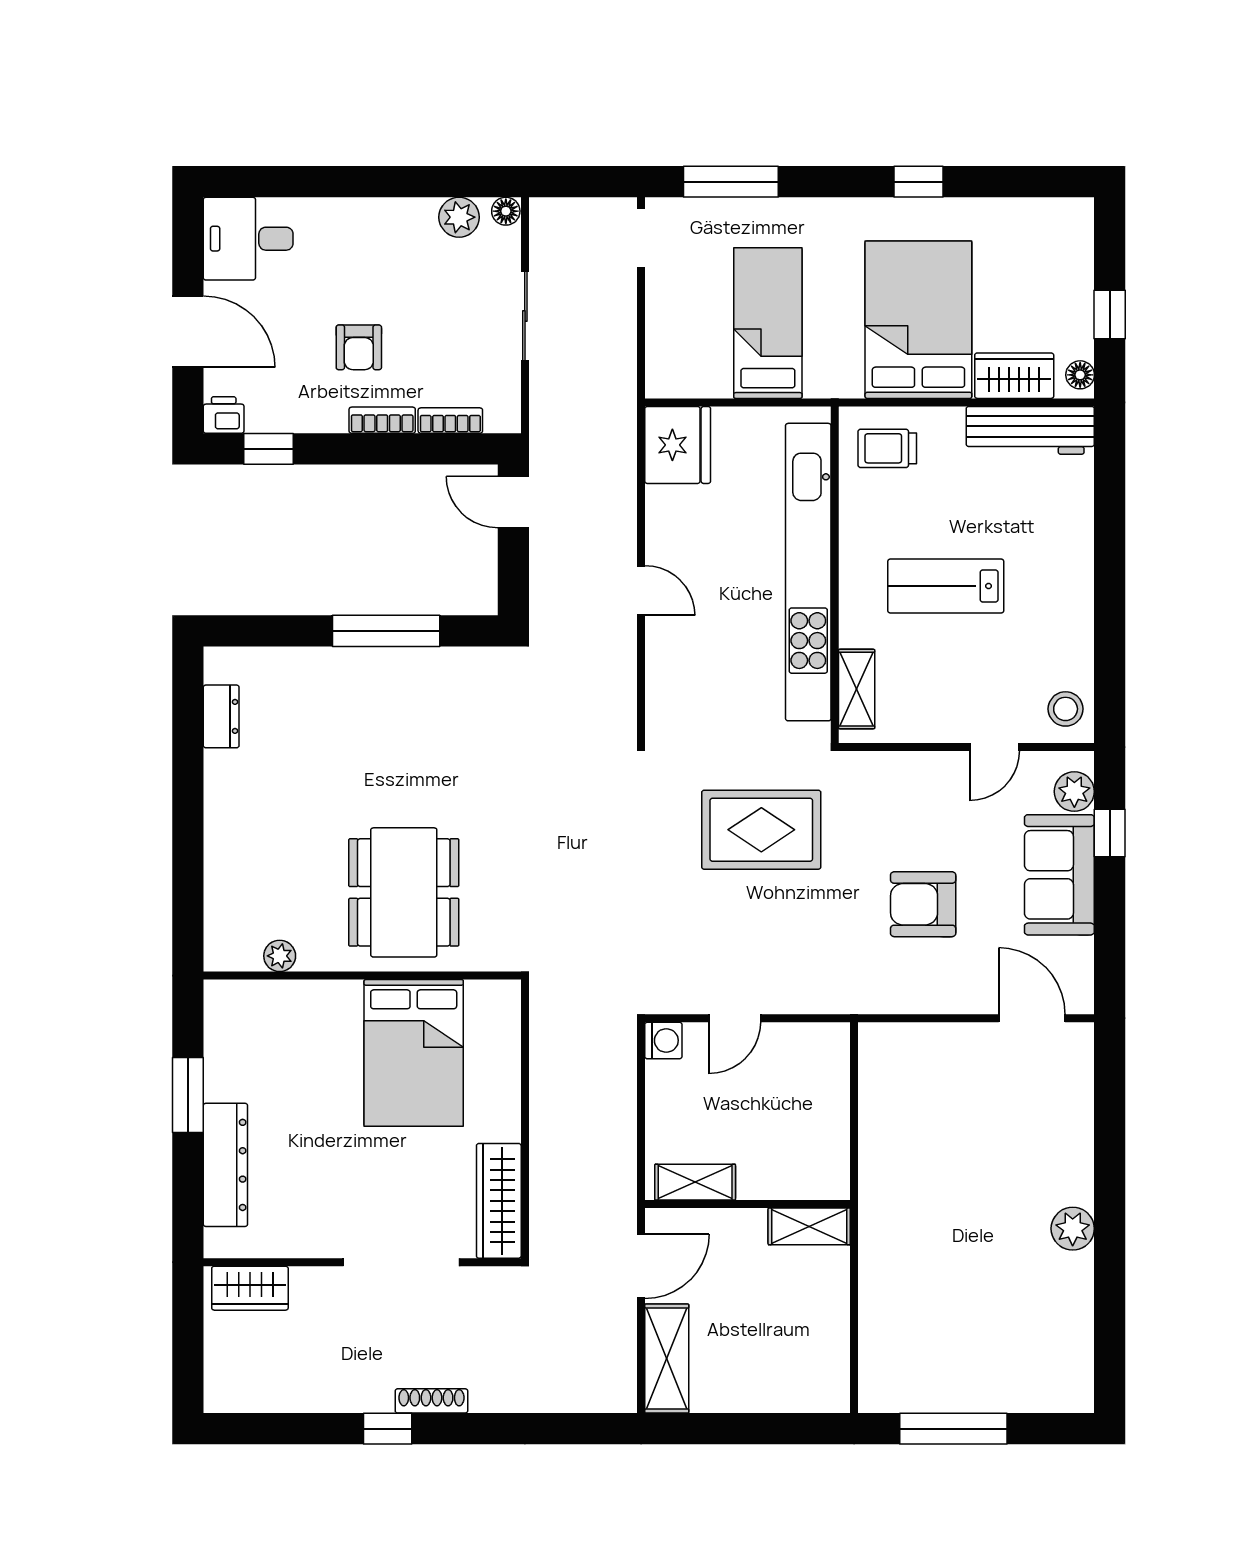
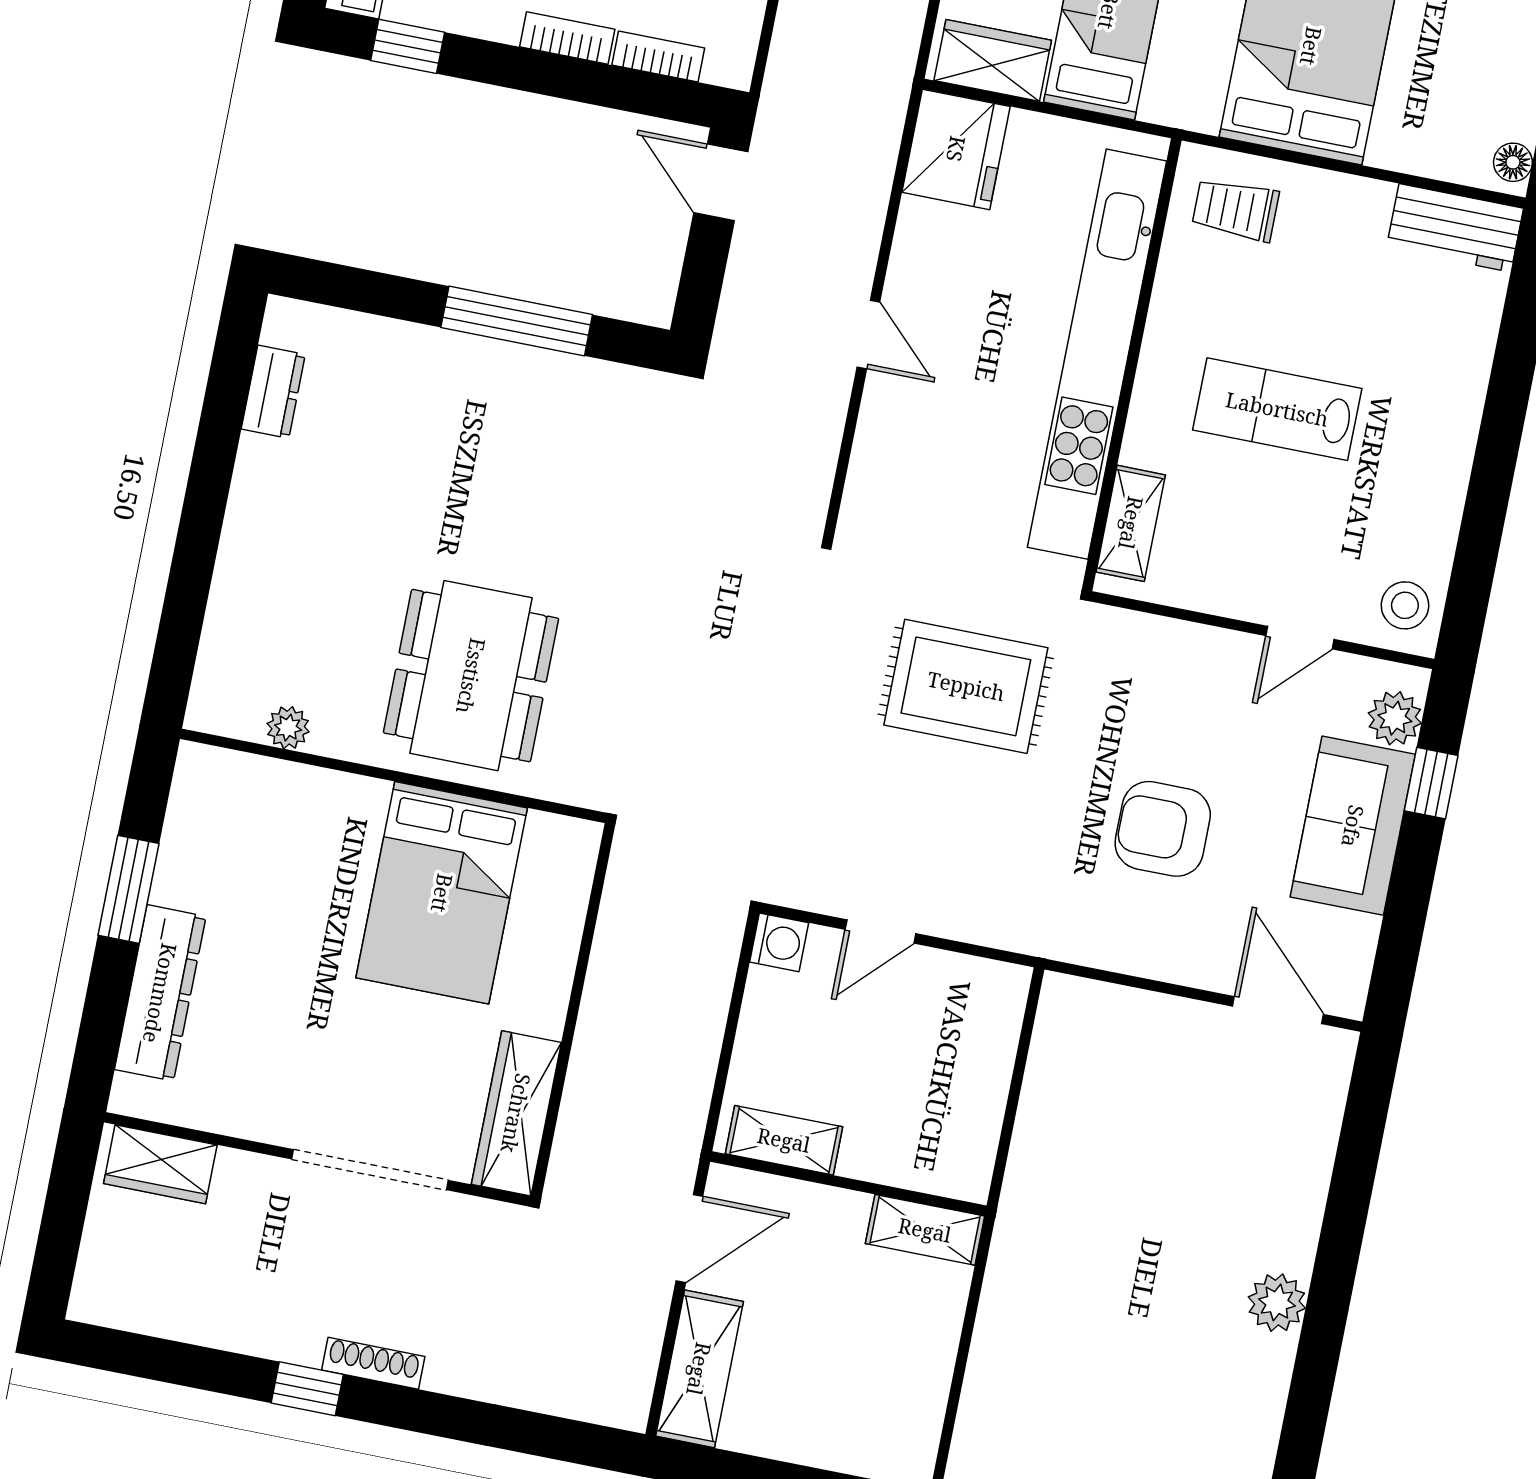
wardrobe: (1014, 376) -> (993, 60), moved
workbench: (1030, 430) -> (1455, 228), width x0.73

